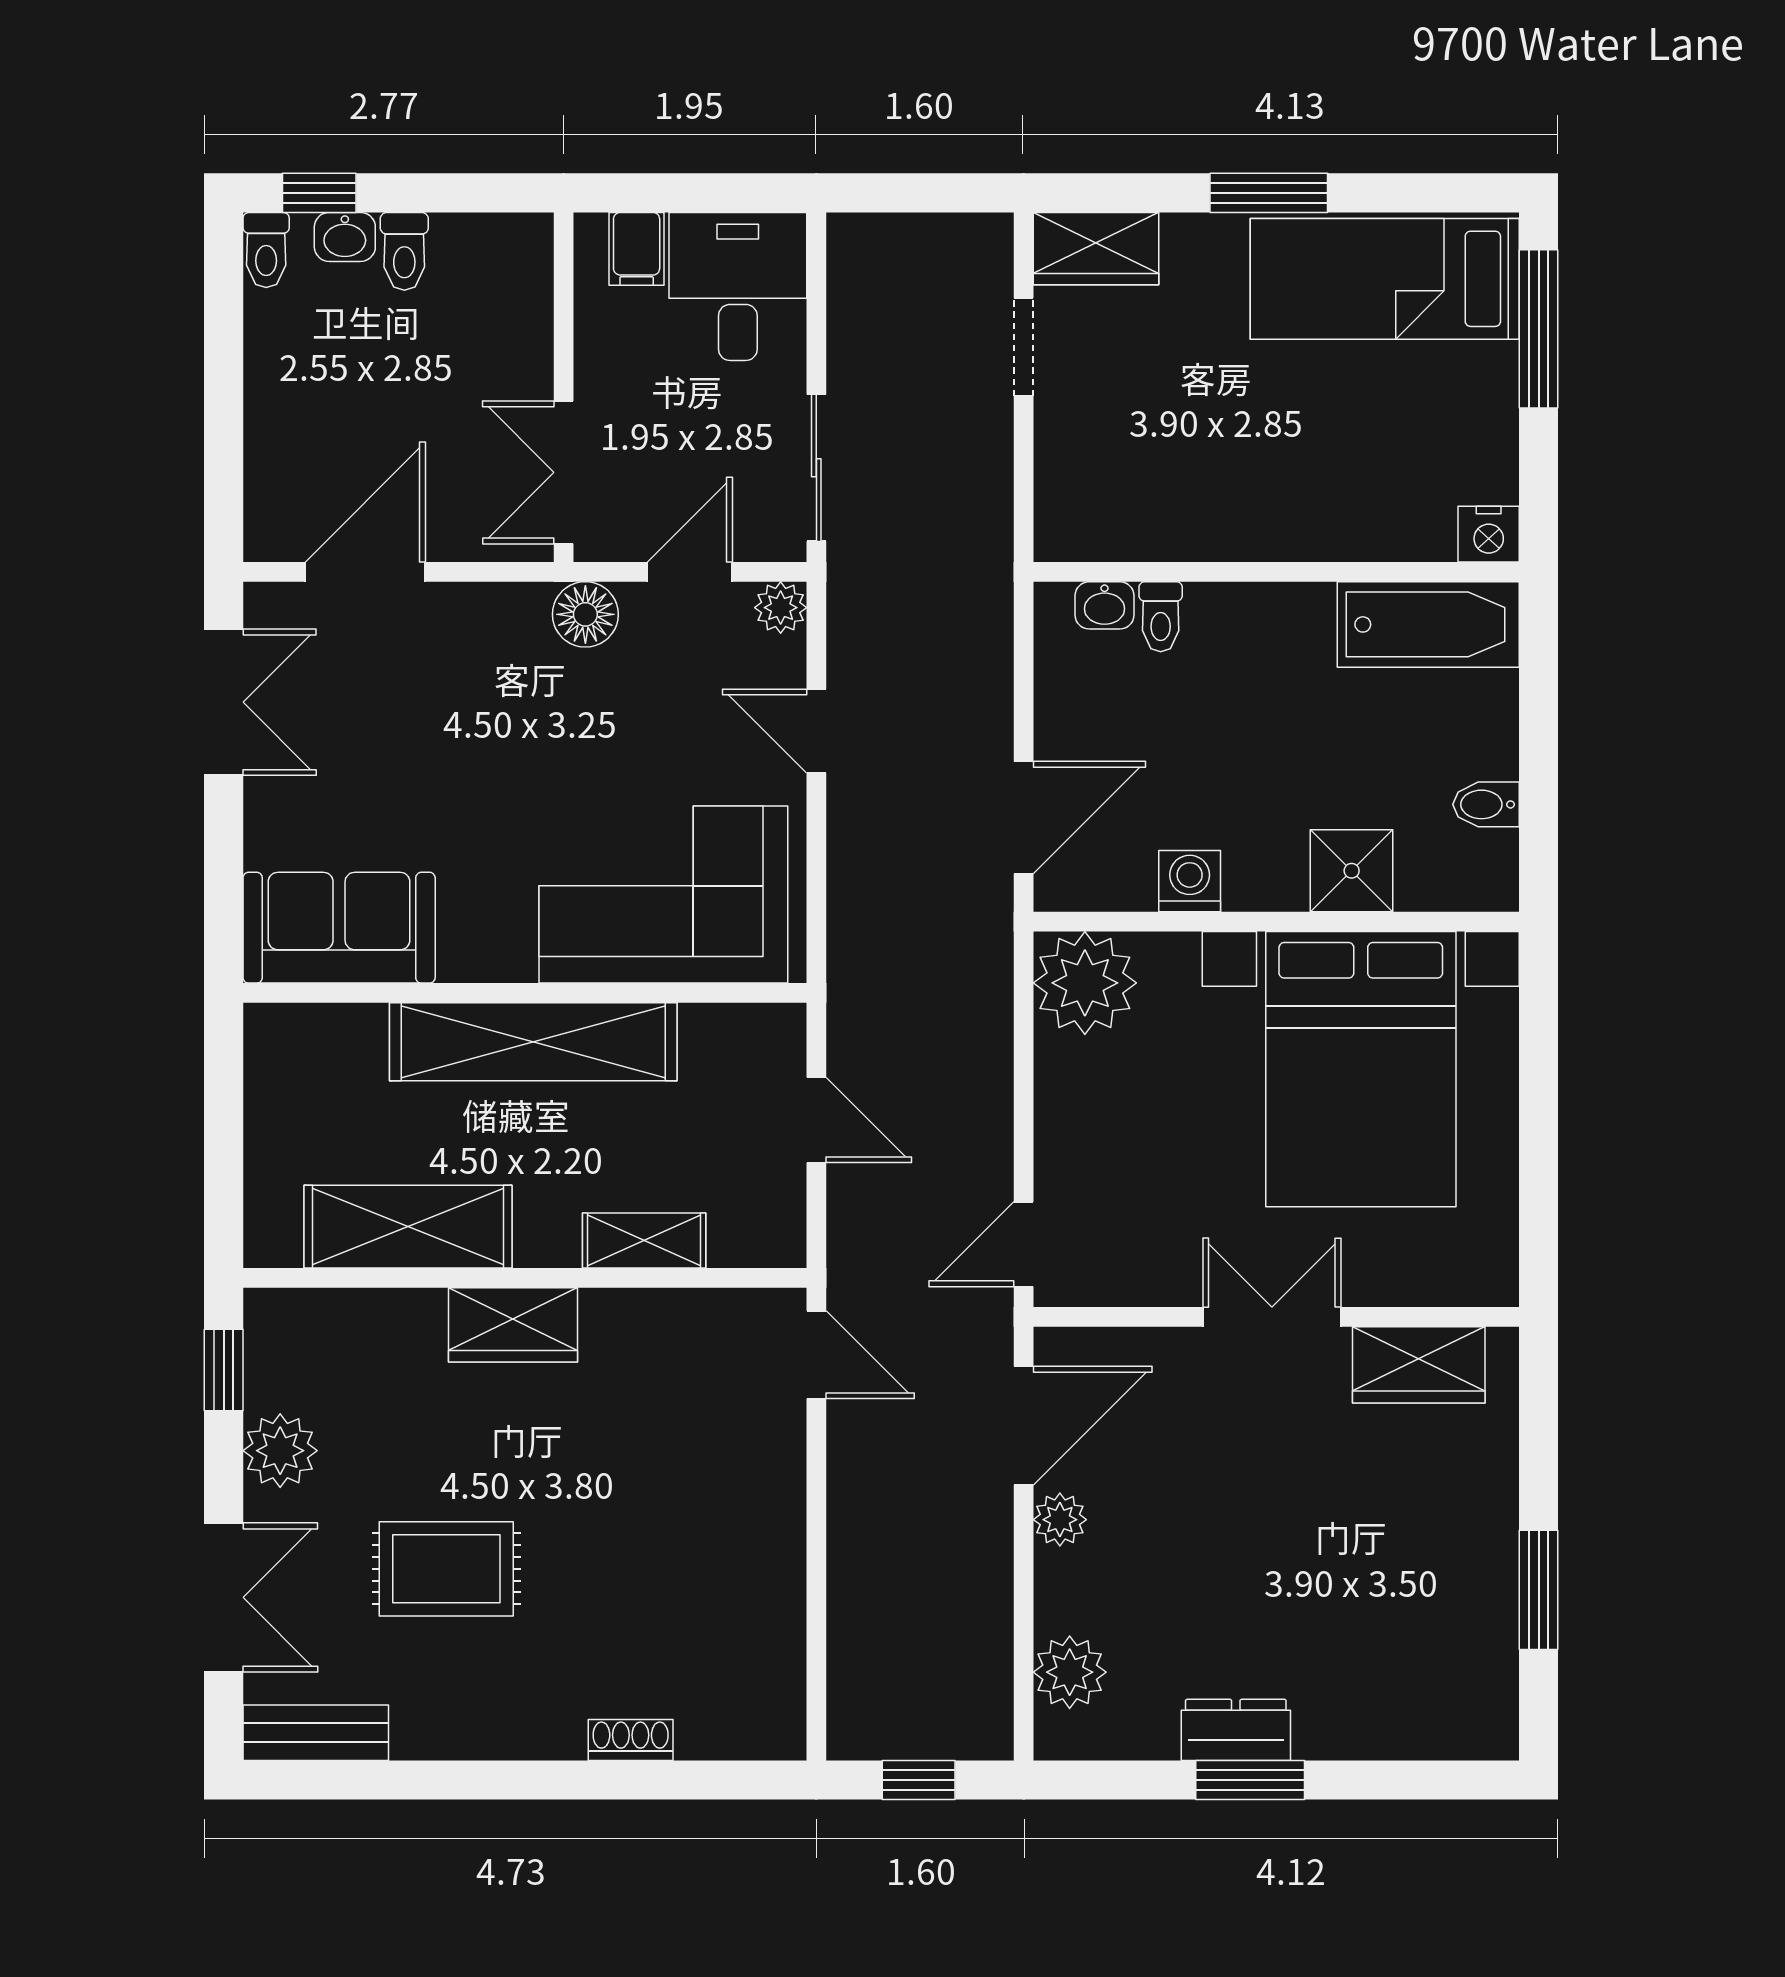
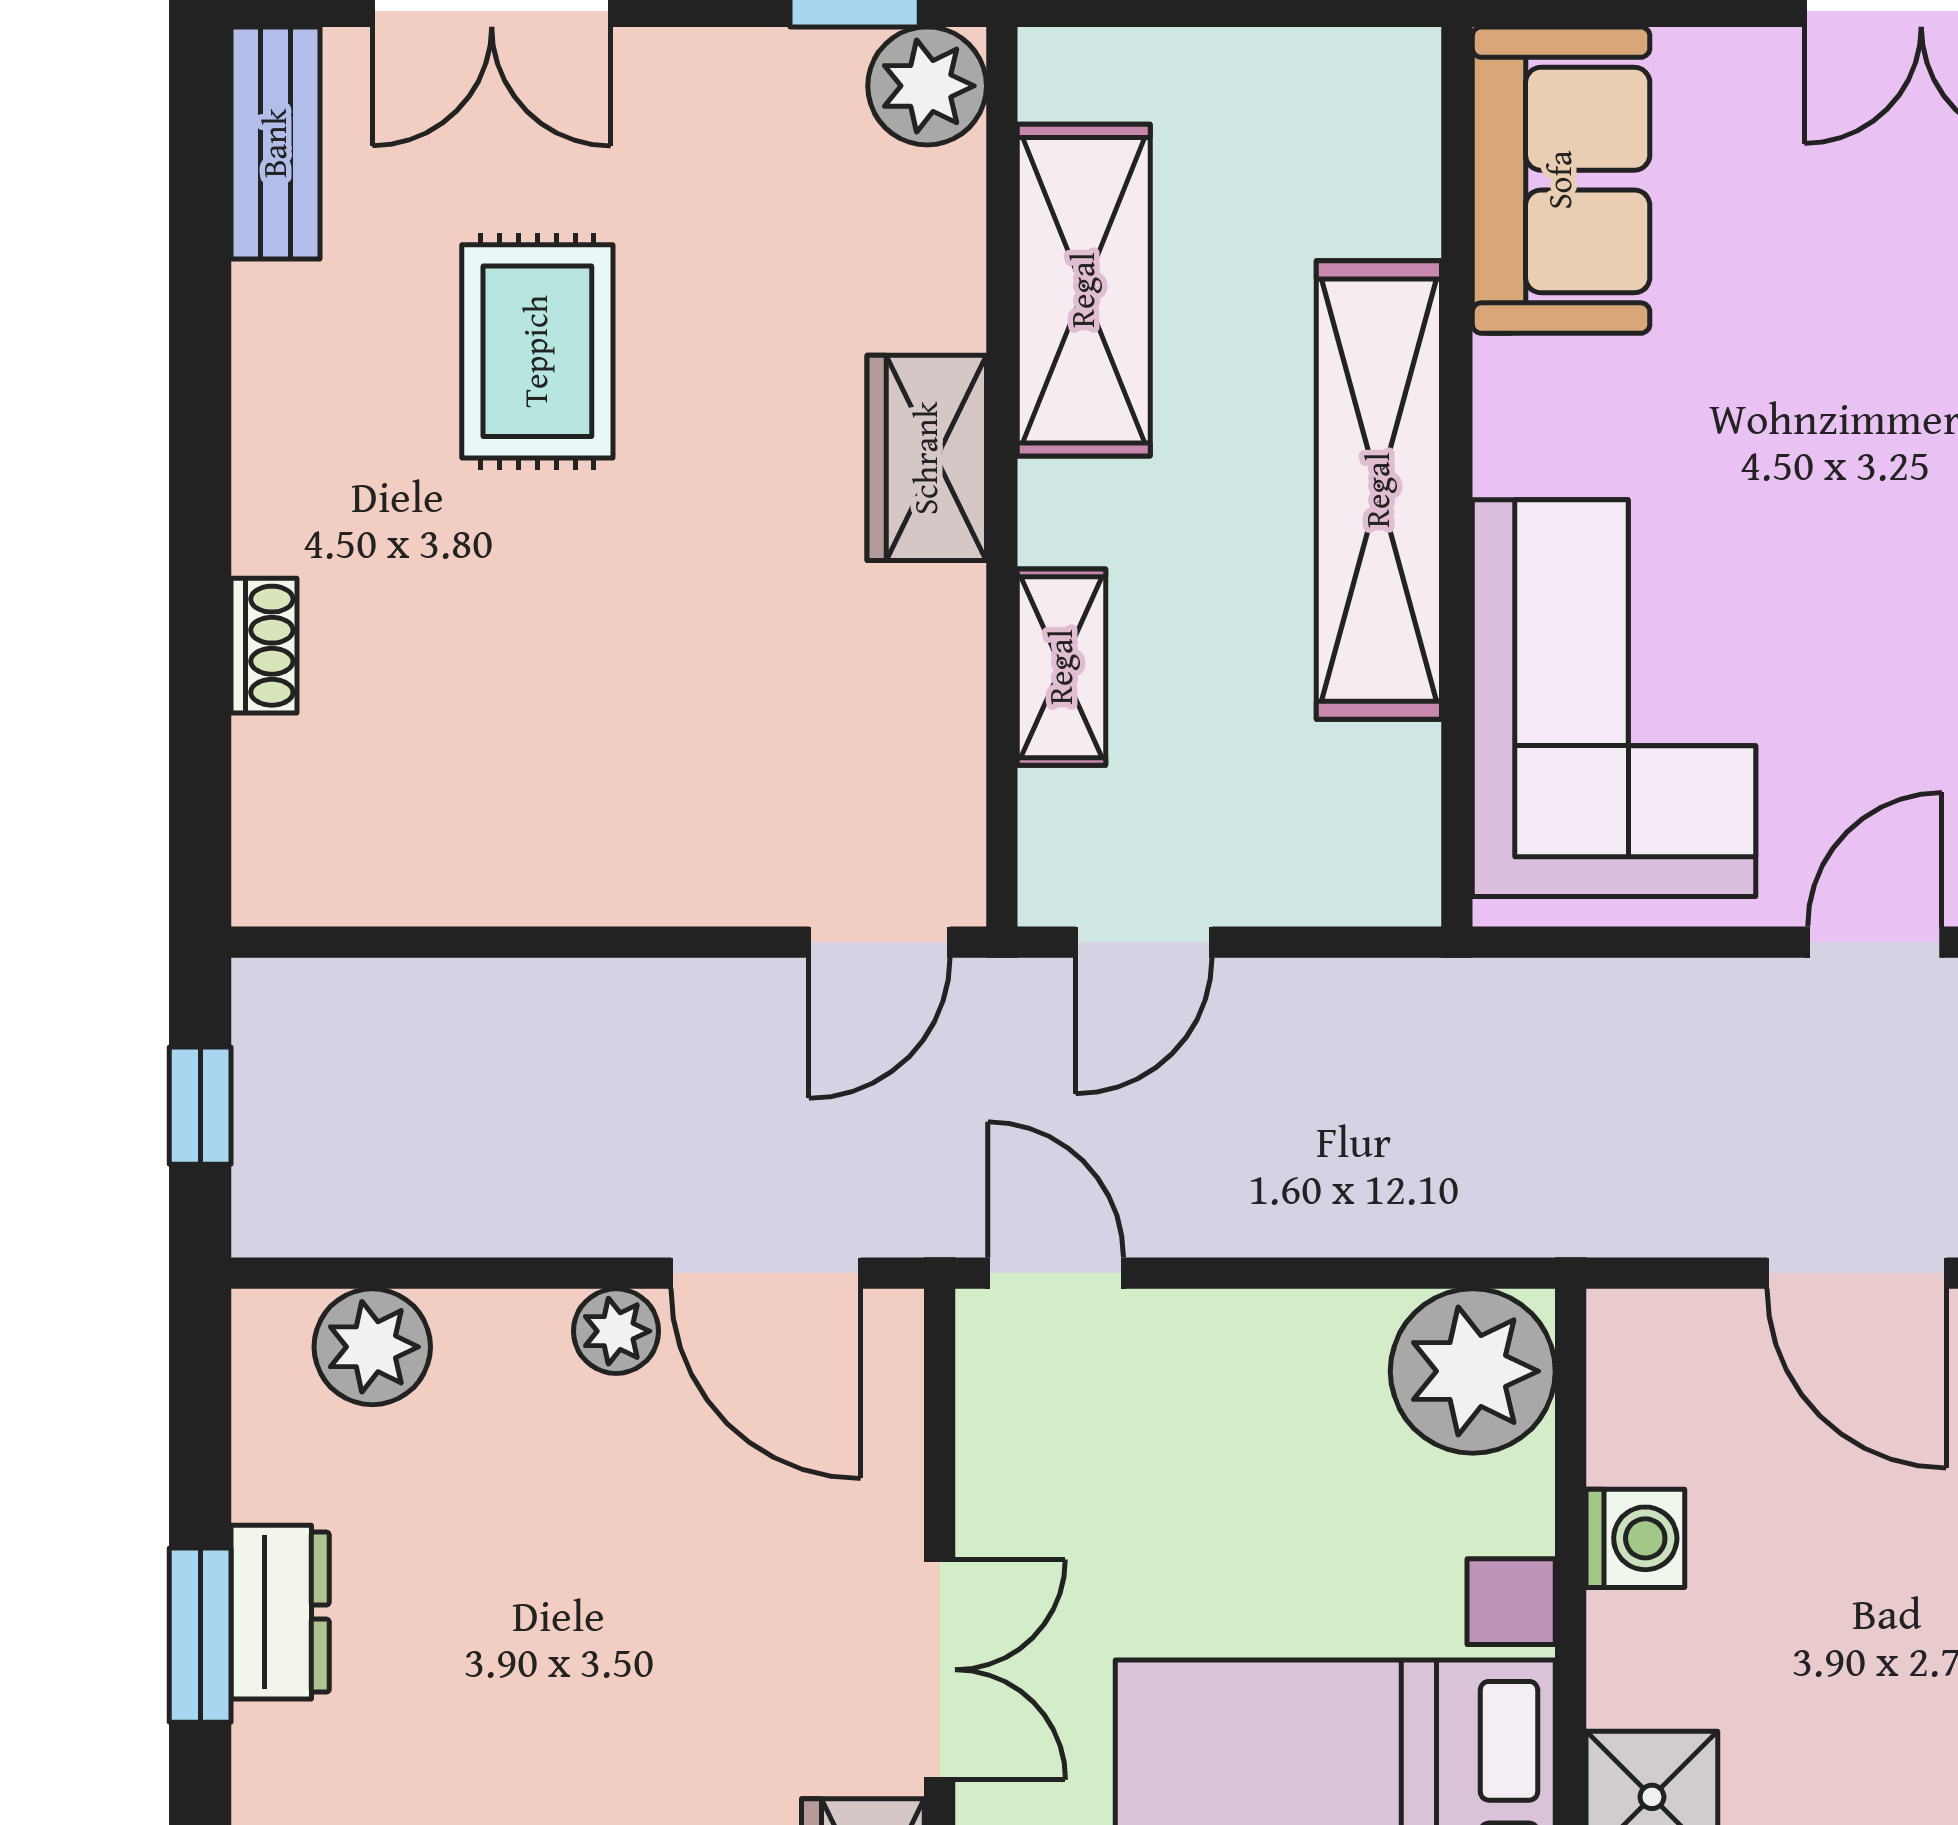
door: (1024, 817) -> (1857, 1273), moved
door: (816, 1120) -> (1144, 942), moved
plant: (280, 1451) -> (927, 86), moved

